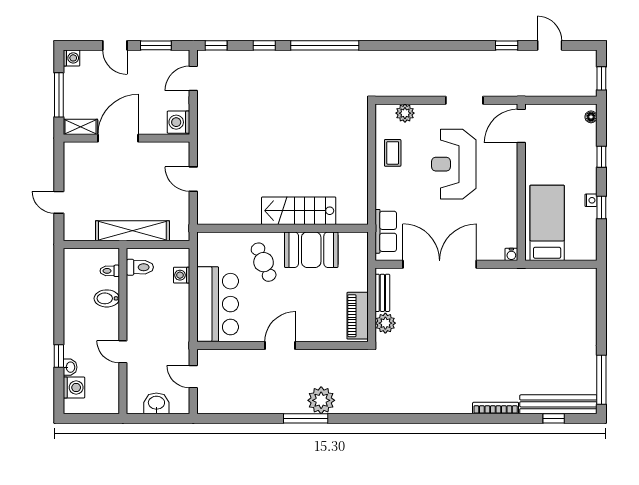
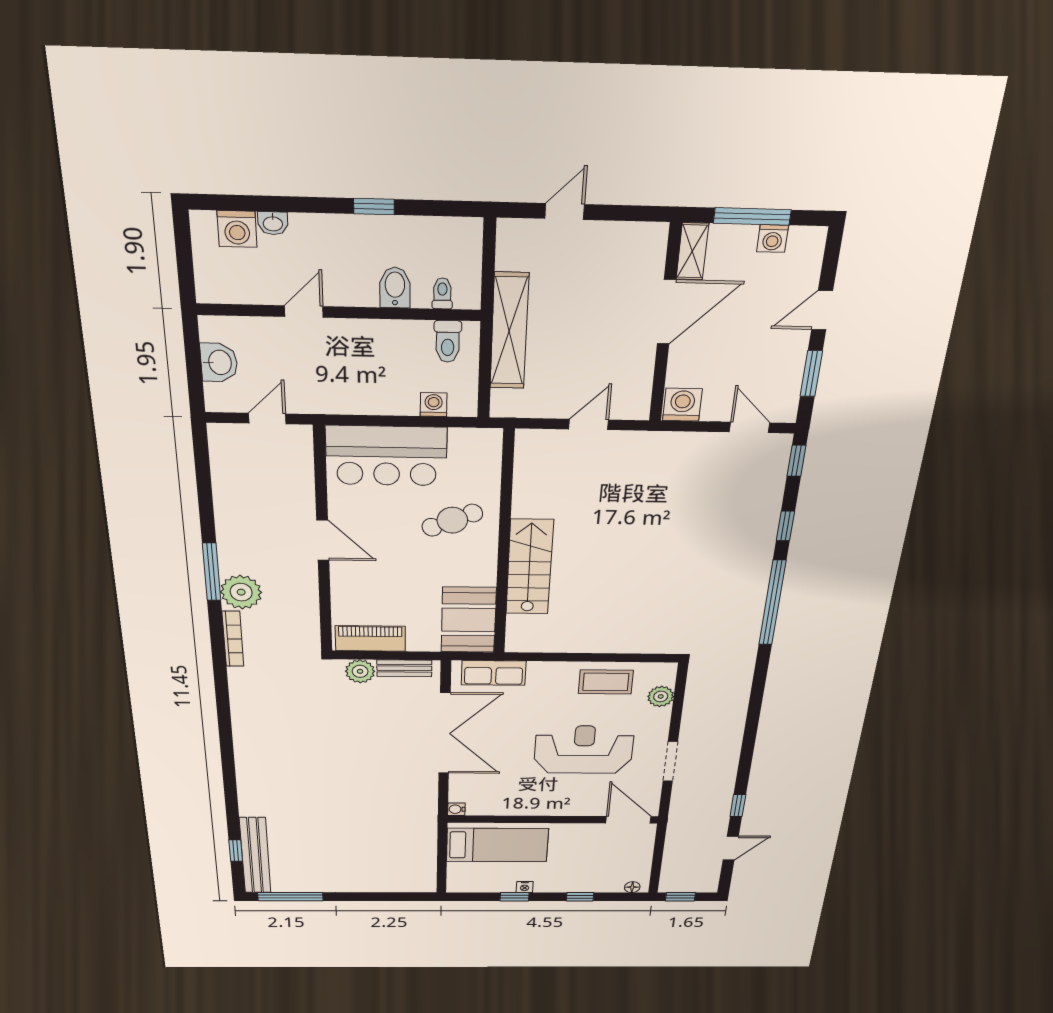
washing machine: (72, 58) -> (773, 239), moved
door: (118, 138) -> (666, 312), hinge flipped
coffee table: (393, 153) -> (606, 682), width x1.36, depth x1.30
booth: (311, 250) -> (469, 620), moved
window: (59, 356) -> (374, 206), moved
bookcase: (496, 408) -> (233, 639), moved

